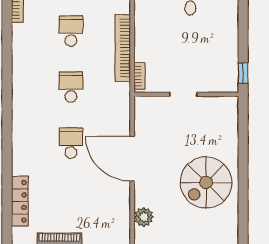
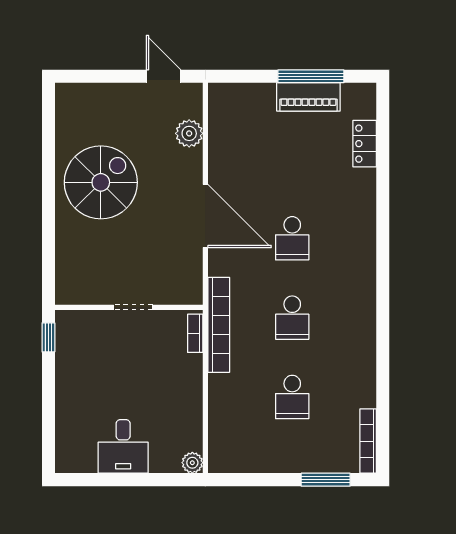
bookcase: (123, 48) -> (219, 325), moved
locker: (20, 201) -> (365, 144), width x0.66

